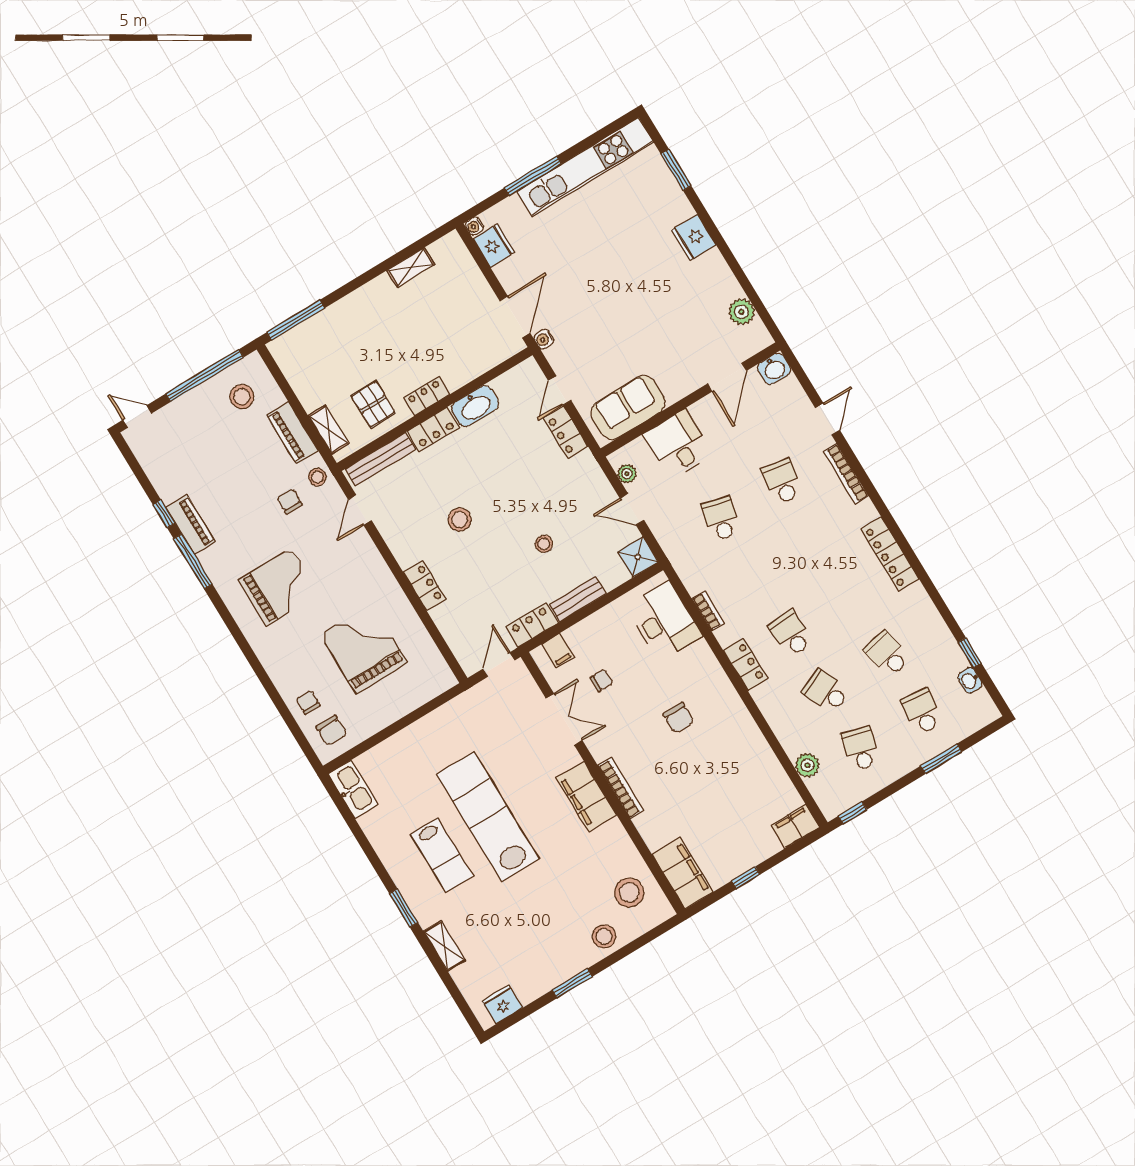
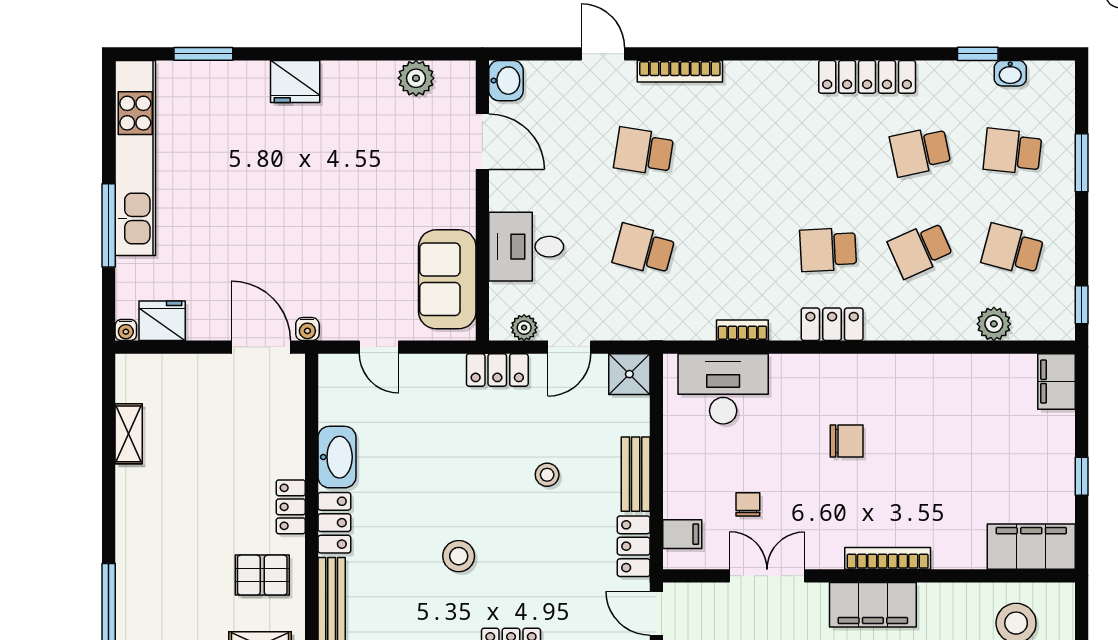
locker: (566, 432) -> (497, 370), moved
locker: (890, 554) -> (867, 77), moved

